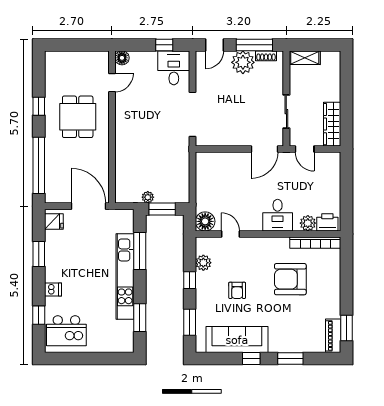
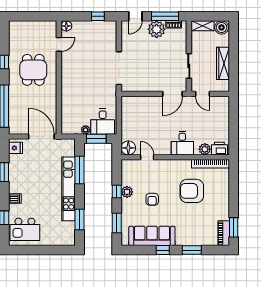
boiler: (330, 60) -> (222, 27), added
desk: (174, 68) -> (103, 122), moved, turned 180
wardrobe: (332, 124) -> (223, 63), moved
plant: (203, 263) -> (127, 192), moved

